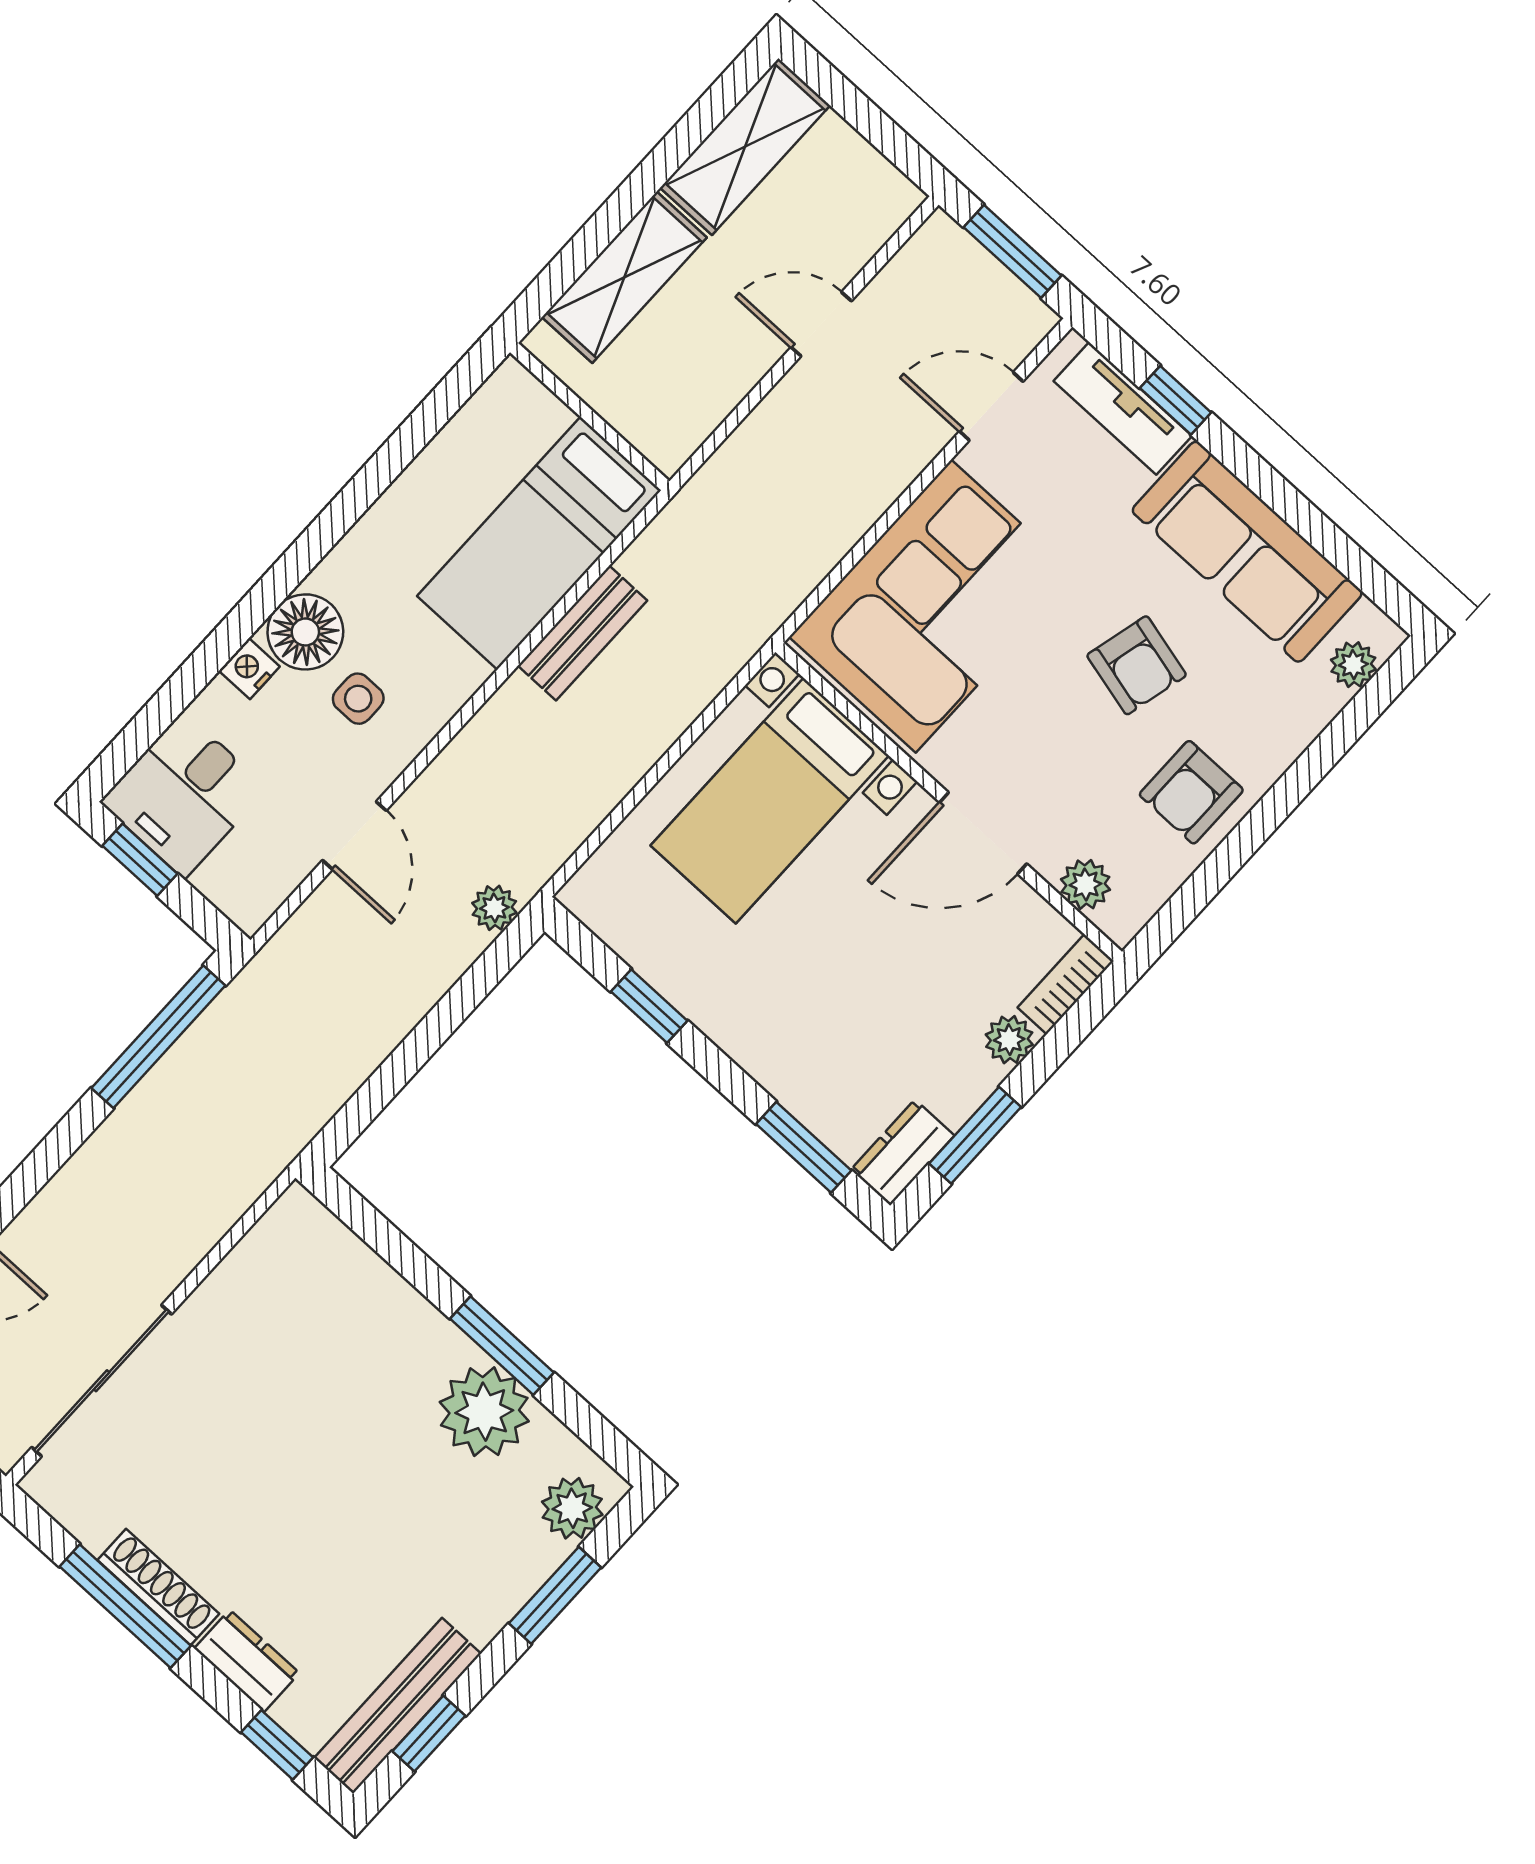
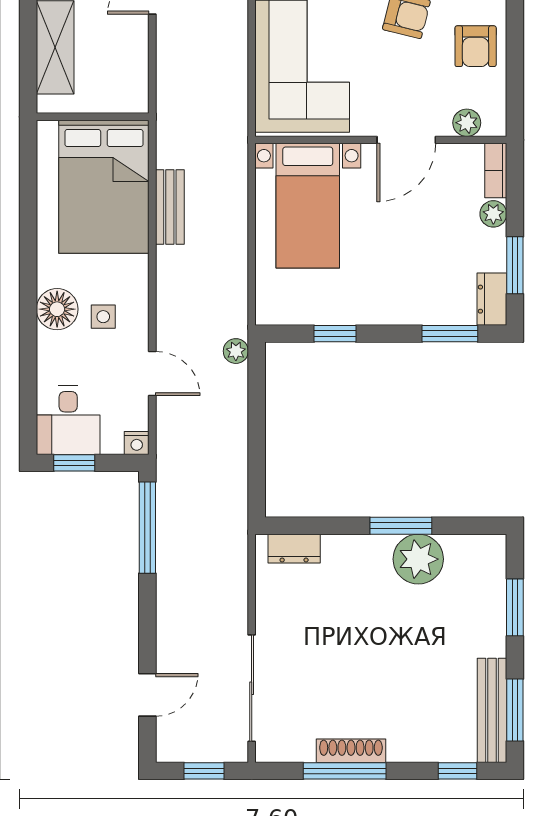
bed: (539, 543) -> (104, 187), width x1.50
nightstand: (249, 669) -> (137, 443), moved, turned -90
plant: (572, 1508) -> (490, 566), removed
dresser: (247, 1661) -> (294, 549), moved, turned 180
window: (429, 1734) -> (515, 710), width x1.50

